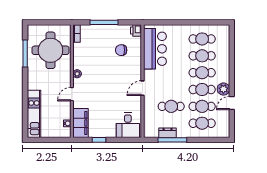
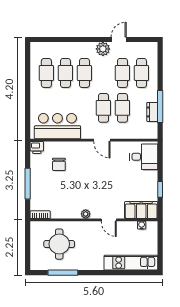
round table: (50, 50) -> (59, 244), width x0.73, depth x0.73
cafe table: (202, 90) -> (103, 108), moved
door: (232, 103) -> (119, 39), swing flipped

